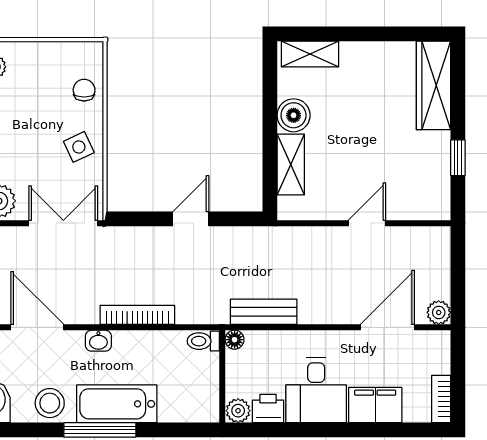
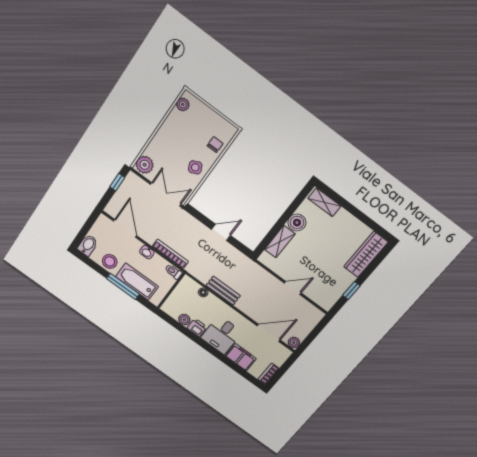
toilet: (203, 341) -> (173, 272), moved
wall: (222, 376) -> (171, 291), moved

